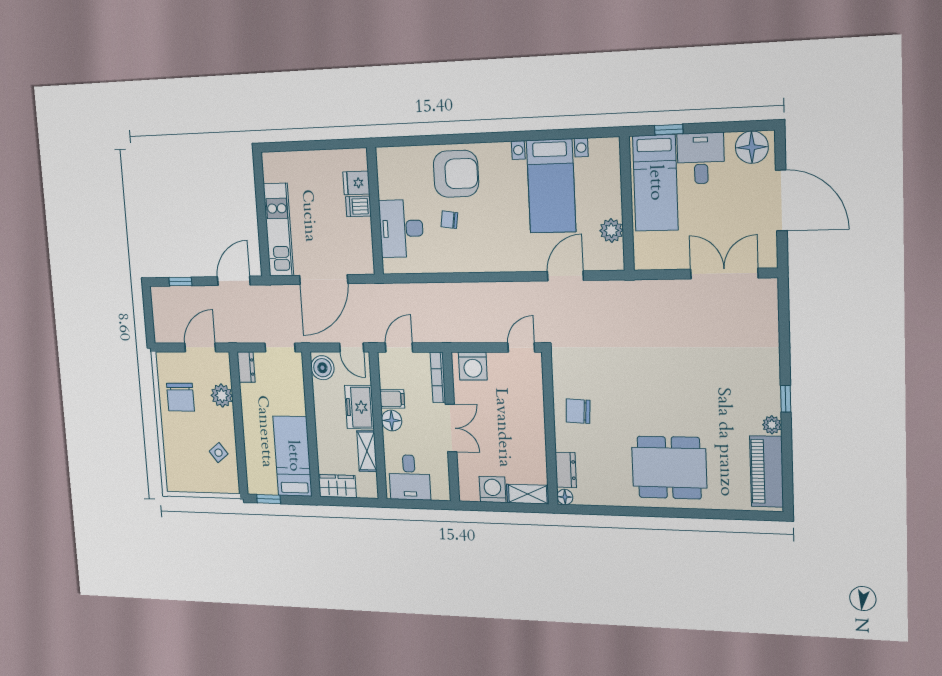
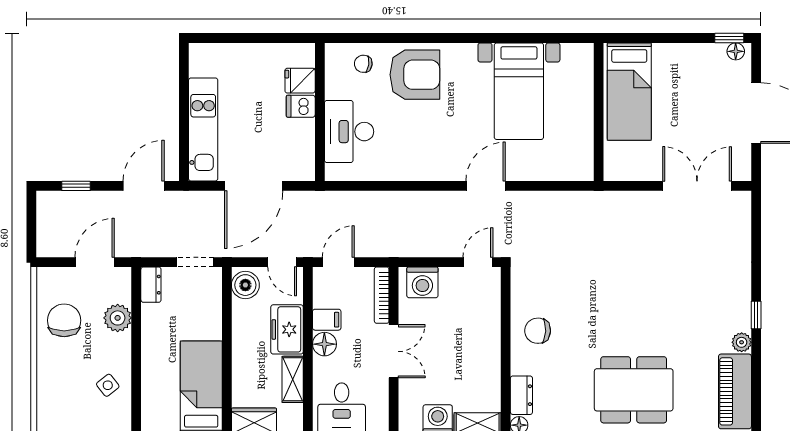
window: (669, 130) -> (729, 38), moved
floor lamp: (752, 147) -> (736, 51), width x0.53, depth x0.53
desk: (701, 158) -> (677, 68), removed
chair: (449, 220) -> (363, 64), moved
plant: (611, 230) -> (581, 139), removed
door: (565, 276) -> (486, 186), moved
chair: (180, 397) -> (64, 320), turned 180

